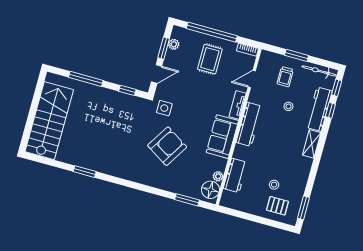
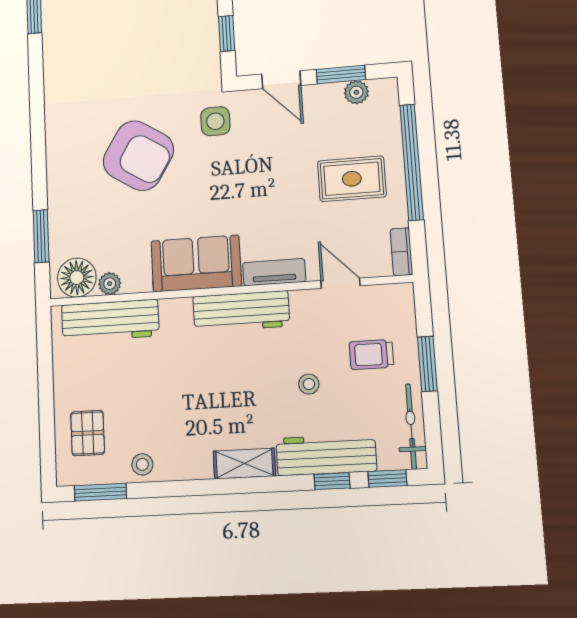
workbench: (235, 175) -> (110, 320), width x1.38
stool: (274, 185) -> (142, 464), moved

